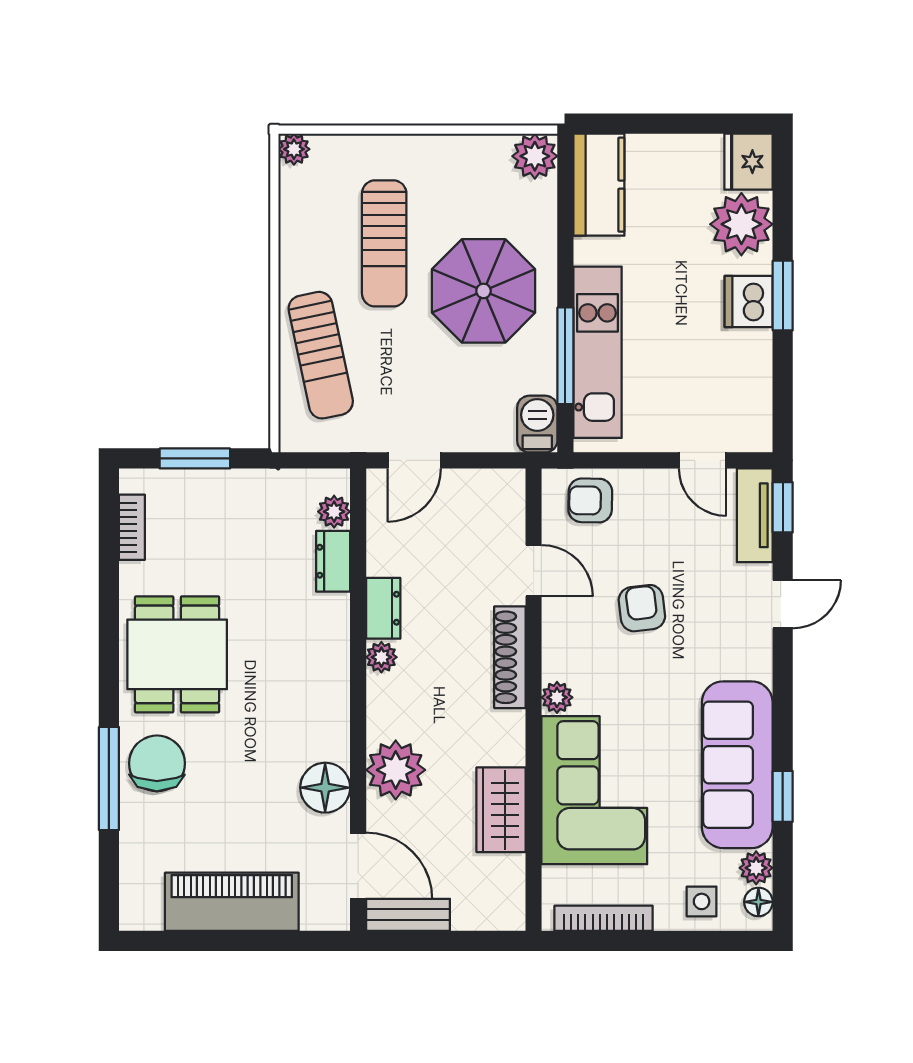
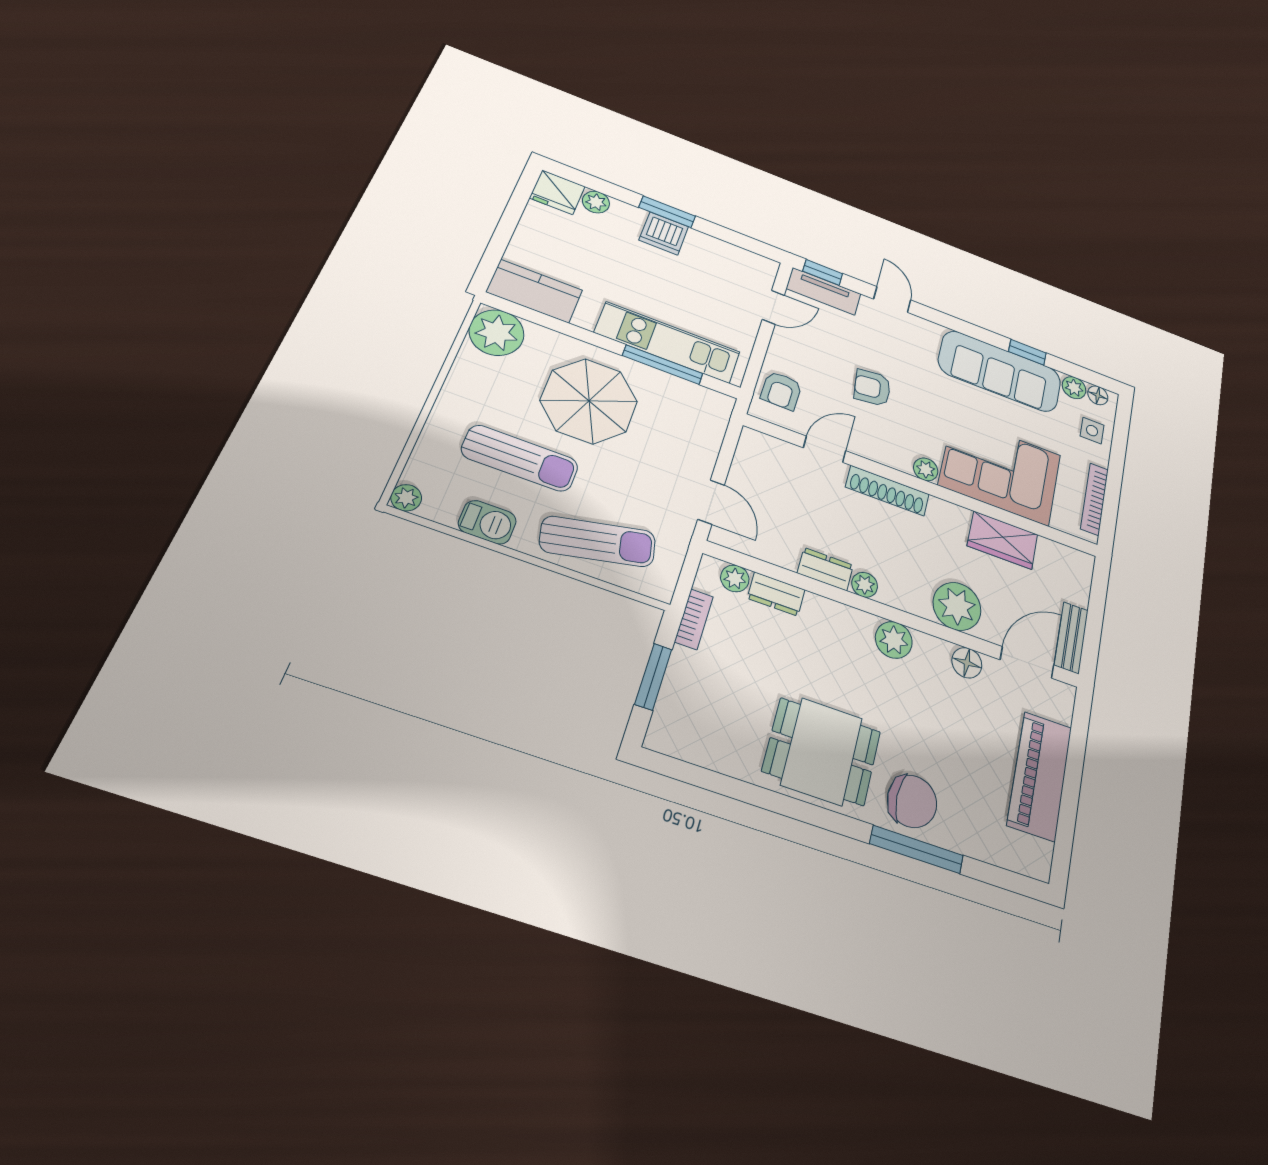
plant: (535, 156) -> (497, 333), width x1.36, depth x1.36
plant: (741, 224) -> (596, 202), width x0.53, depth x0.53
barbecue: (537, 424) -> (487, 522), moved, turned 180
bookcase: (132, 527) -> (694, 619), moved, turned 90
plant: (328, 705) -> (894, 640), added
chair: (157, 763) -> (912, 801), turned 180
floor lamp: (325, 788) -> (967, 663), width x0.73, depth x0.73

